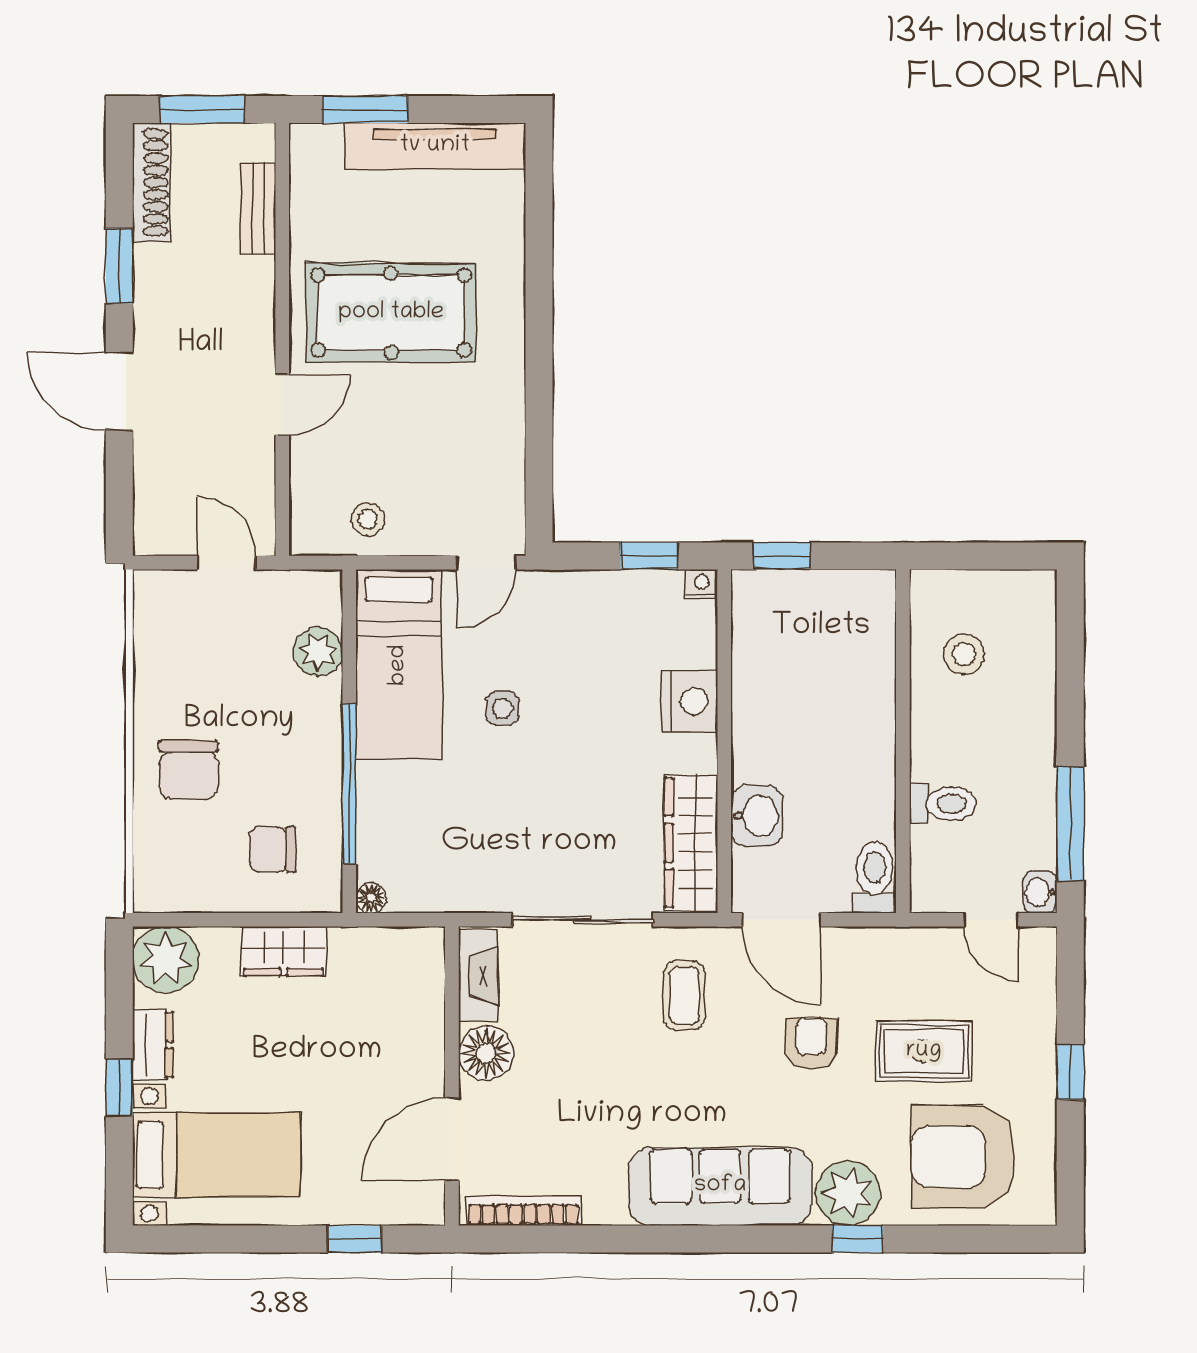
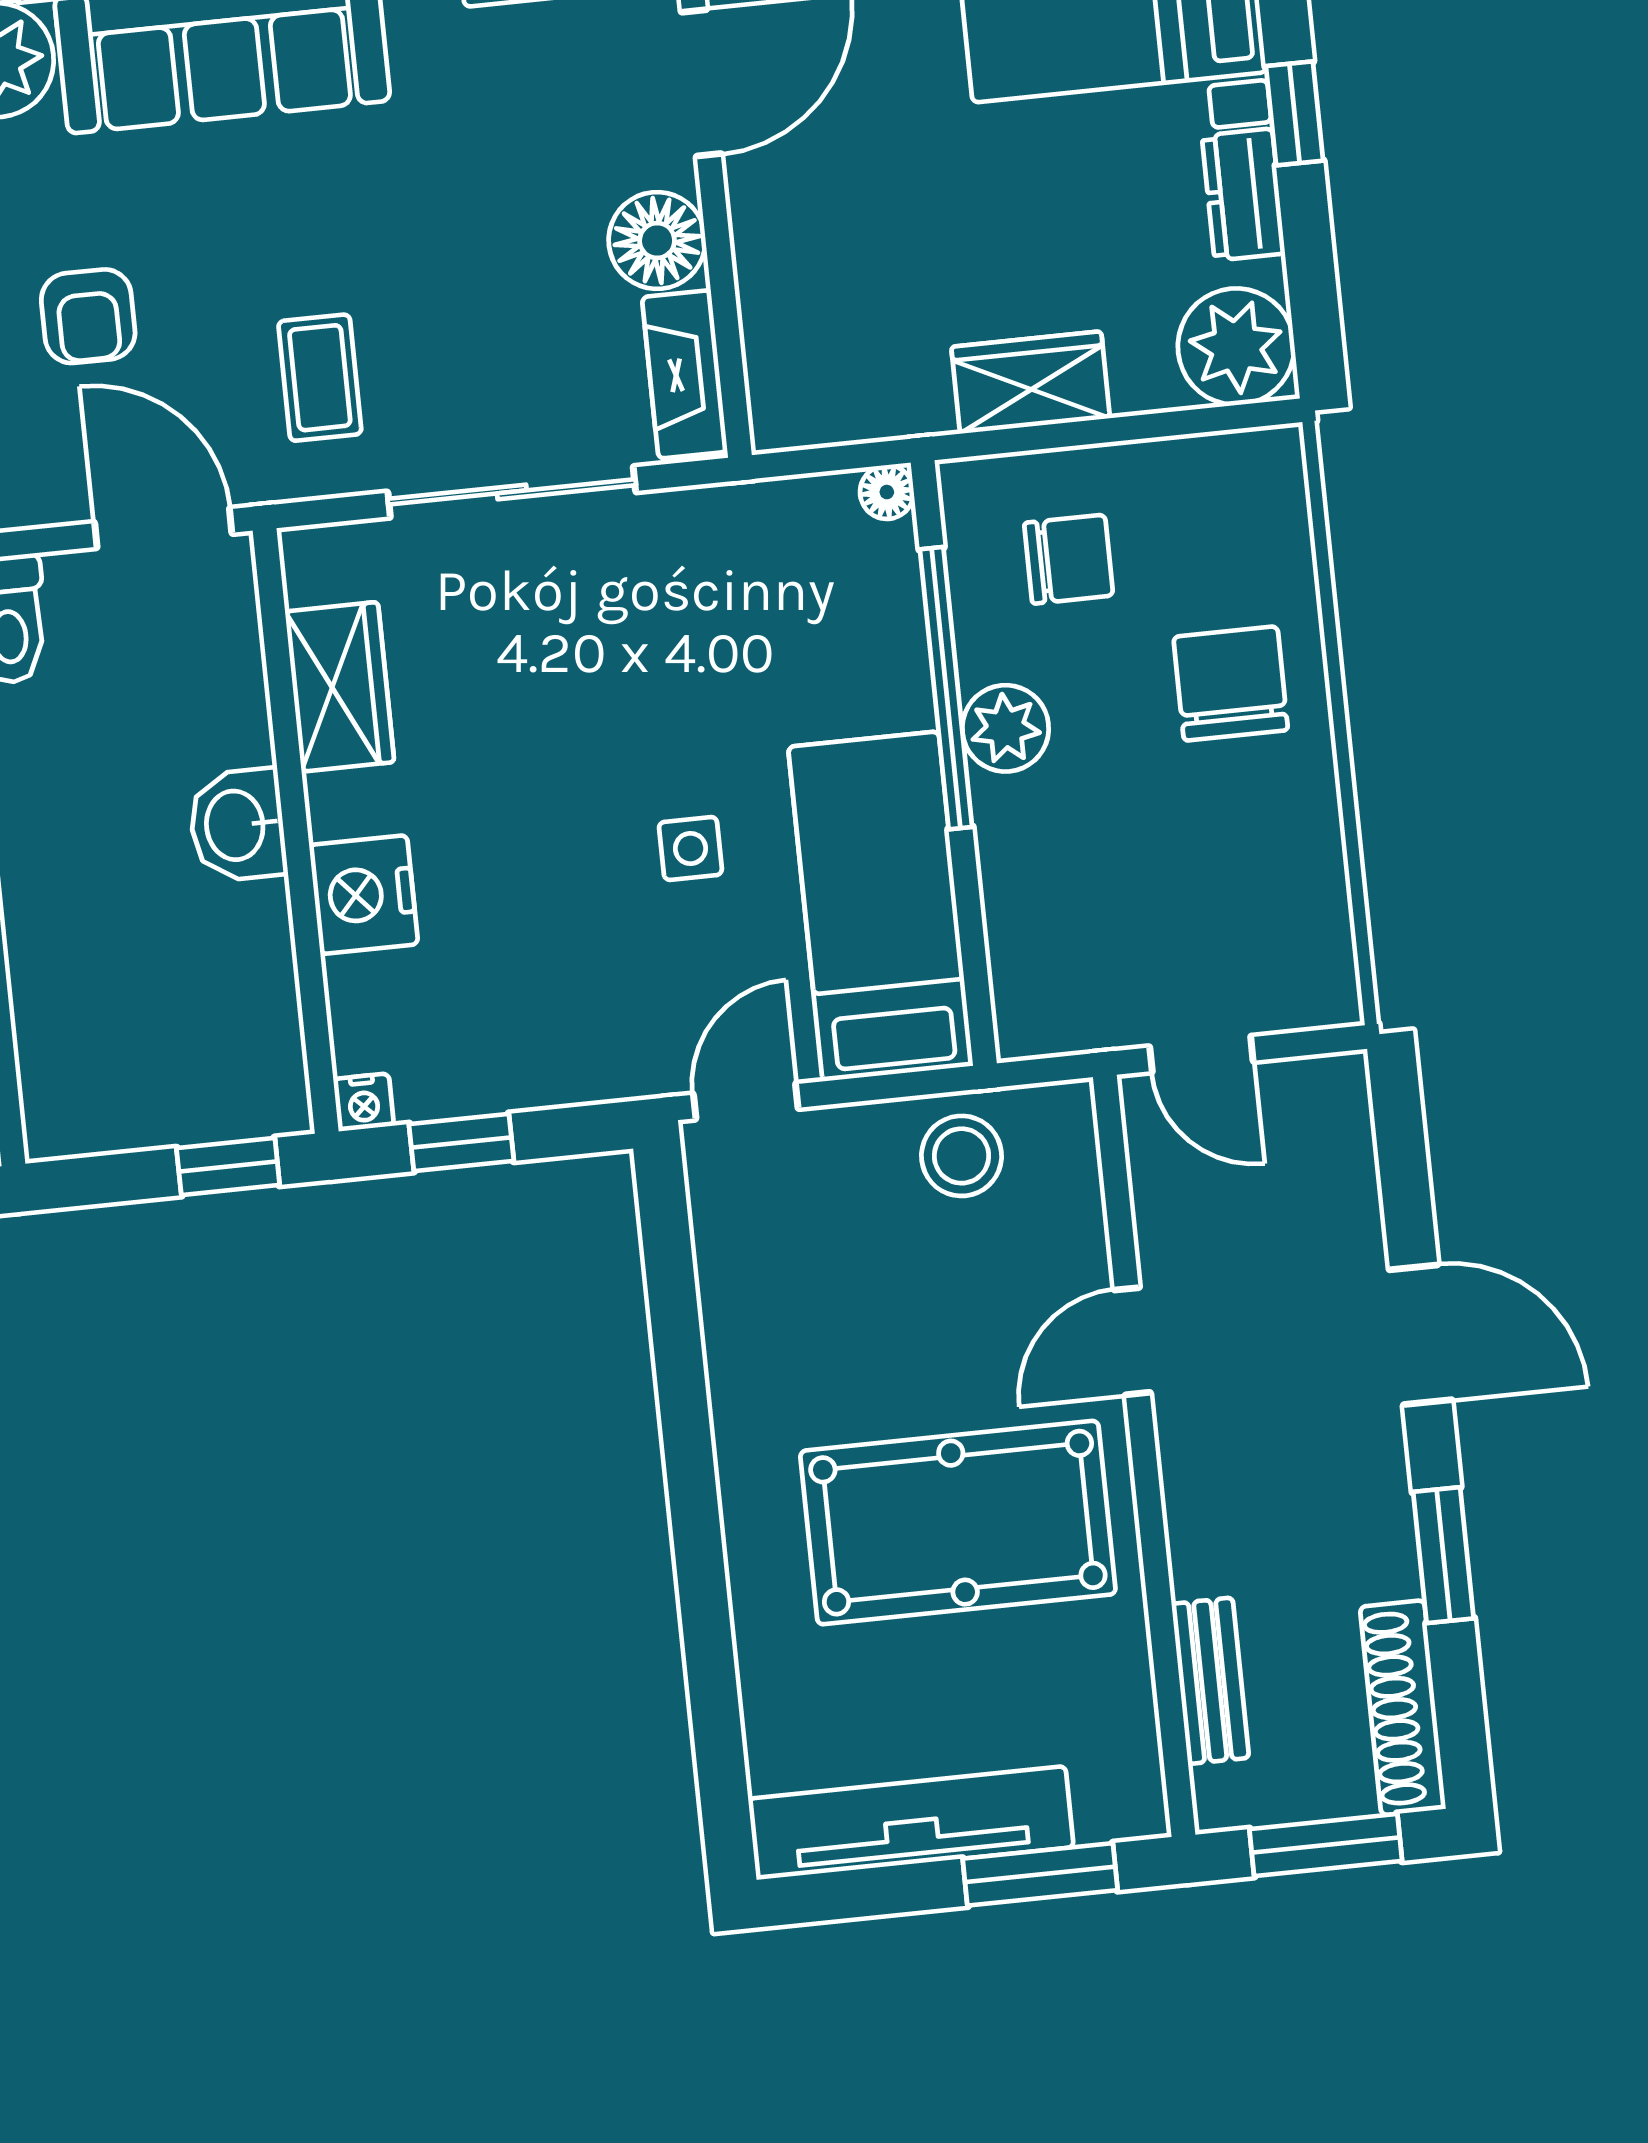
stool: (368, 519) -> (962, 1156), width x1.37, depth x1.37
plant: (318, 652) -> (1006, 728), moved
washbasin: (757, 816) -> (237, 825), moved
wardrobe: (691, 843) -> (340, 687), width x0.67

